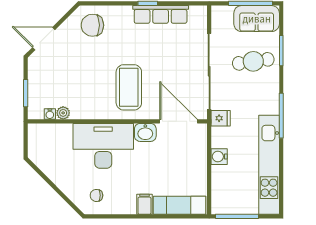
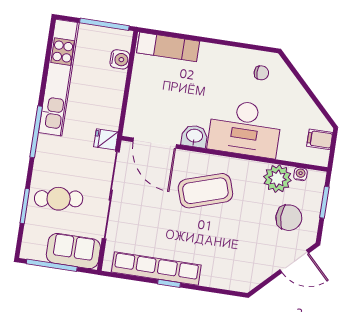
row of seats: (161, 14) -> (156, 269), width x1.36
sofa: (257, 19) -> (73, 251), moved
chair: (92, 25) -> (289, 218), moved
coffee table: (129, 87) -> (205, 191), turned 72
plant: (63, 113) -> (277, 179), width x1.87, depth x1.87
water cooler: (219, 157) -> (120, 59), moved
filing cabinet: (144, 204) -> (320, 139), moved, turned 90

